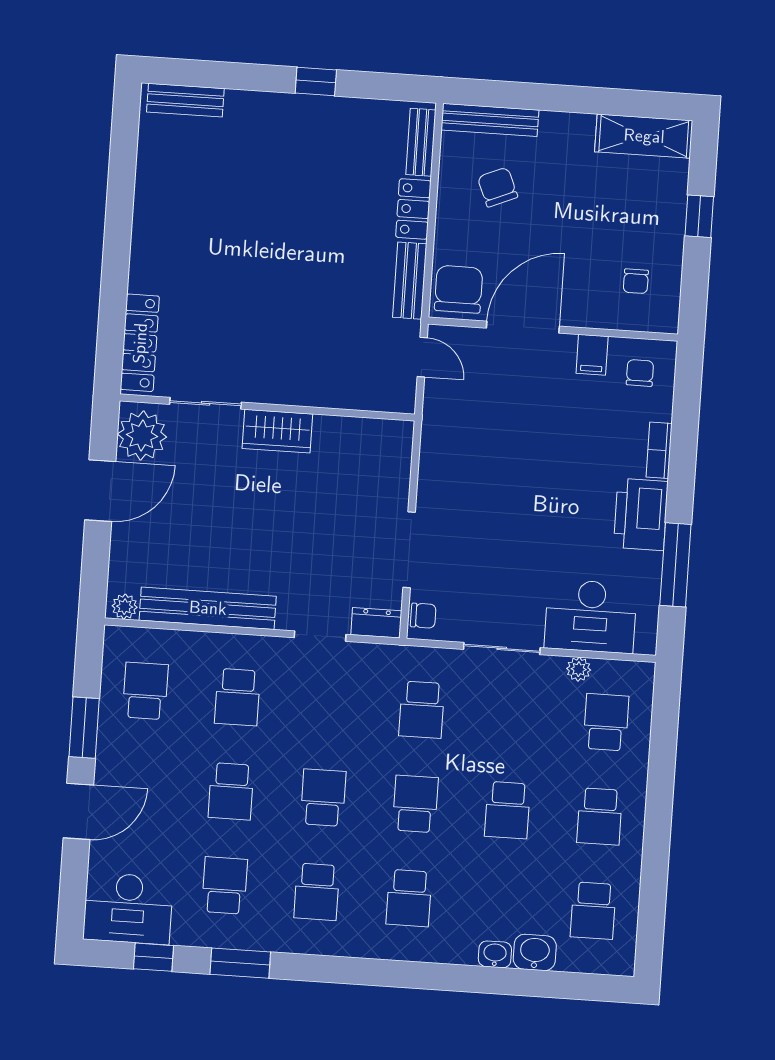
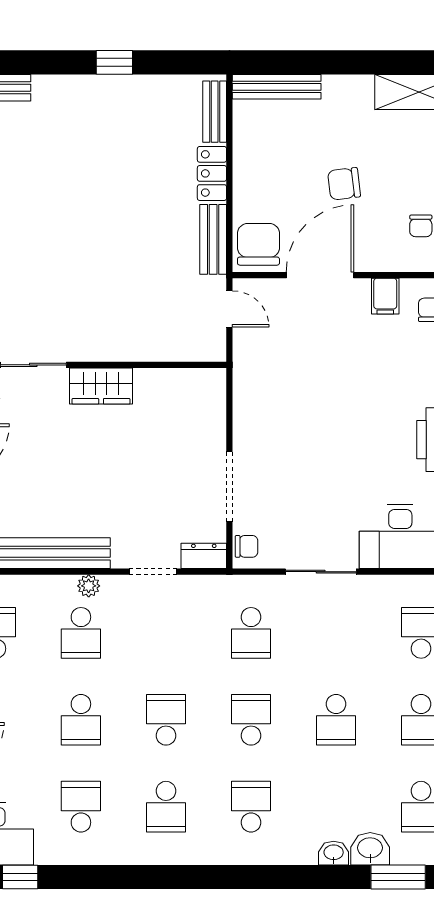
chair: (498, 187) -> (344, 184), moved, turned -74
plant: (579, 669) -> (89, 586), moved
school desk: (409, 898) -> (251, 807), turned 180
window: (240, 963) -> (398, 877), moved

